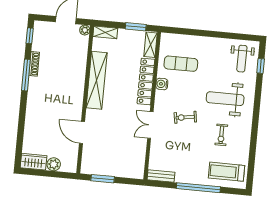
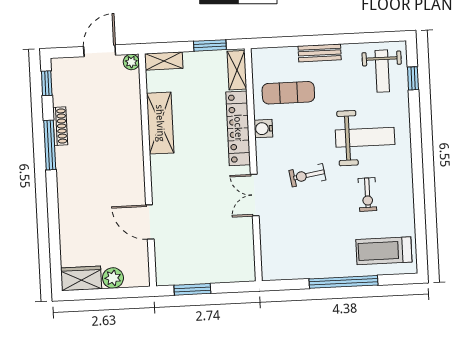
shelving: (97, 80) -> (160, 123), width x0.68
weight bench: (225, 99) -> (365, 137), turned 180
bench: (161, 176) -> (320, 53), moved

